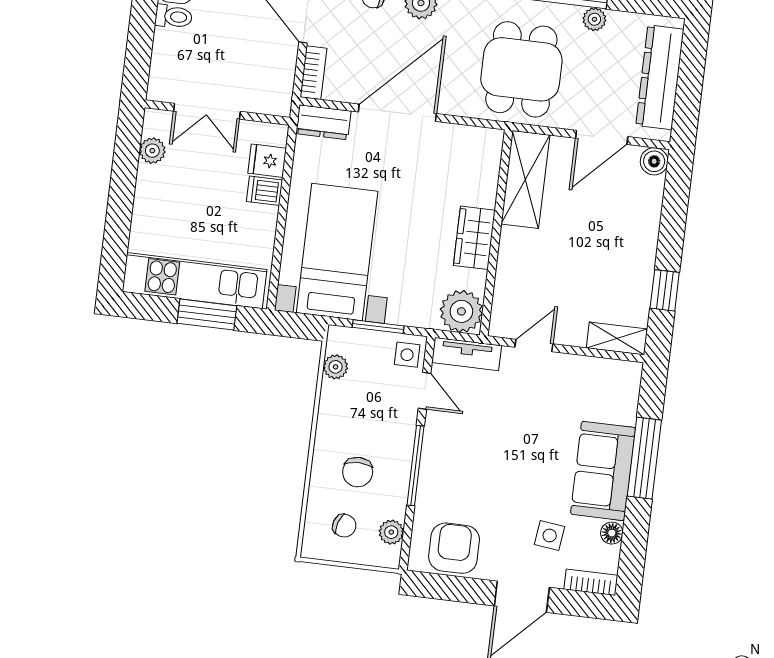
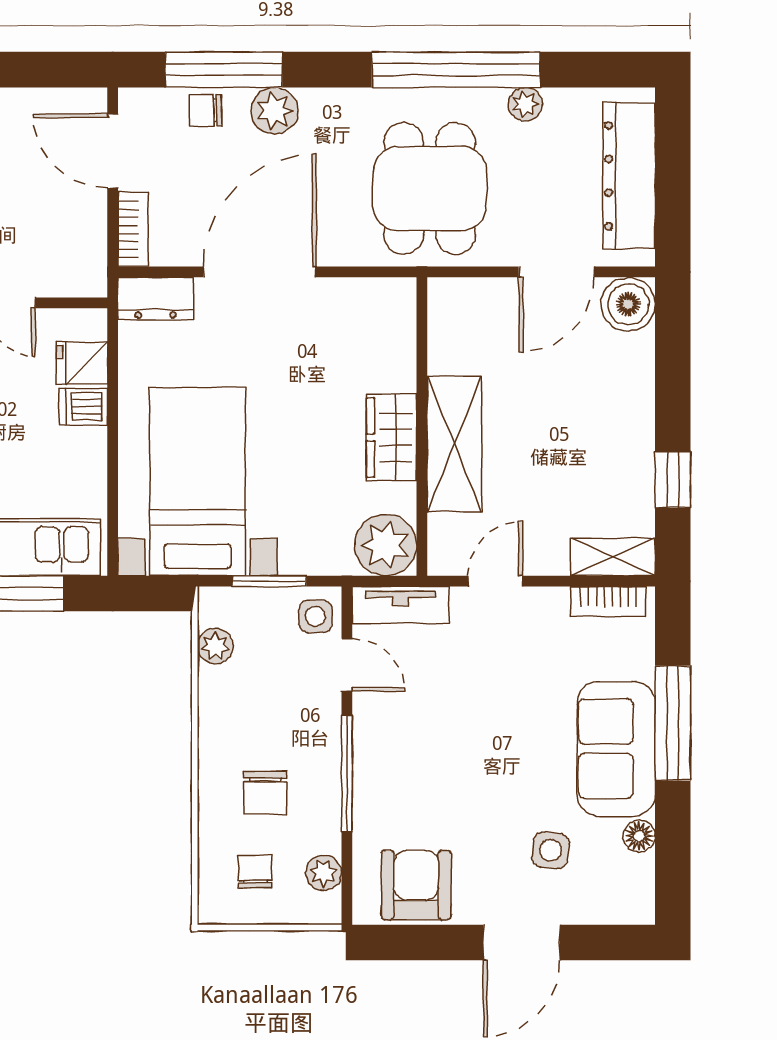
boiler: (654, 161) -> (628, 304), width x1.36, depth x1.36
shelving: (525, 179) -> (454, 444), moved
chair: (344, 526) -> (255, 872), turned -108
bookcase: (591, 582) -> (608, 601), moved, turned 180

